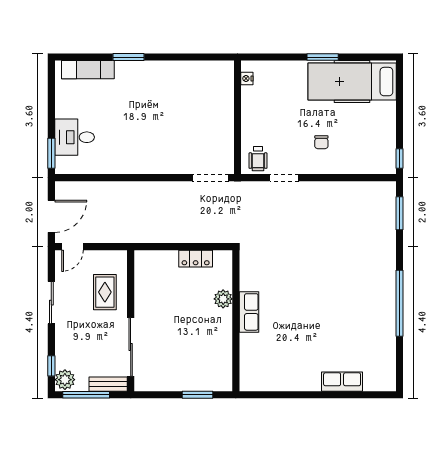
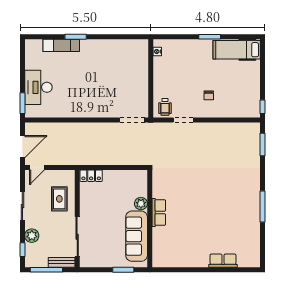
exam couch: (88, 70) -> (61, 45), moved
hospital bed: (352, 82) -> (237, 50), width x0.73, depth x0.78
desk: (75, 137) -> (38, 87), width x1.37
locker: (196, 259) -> (91, 176), moved
window: (400, 303) -> (263, 207), width x0.68
sofa: (217, 346) -> (137, 236), added
plant: (65, 380) -> (32, 236), moved

